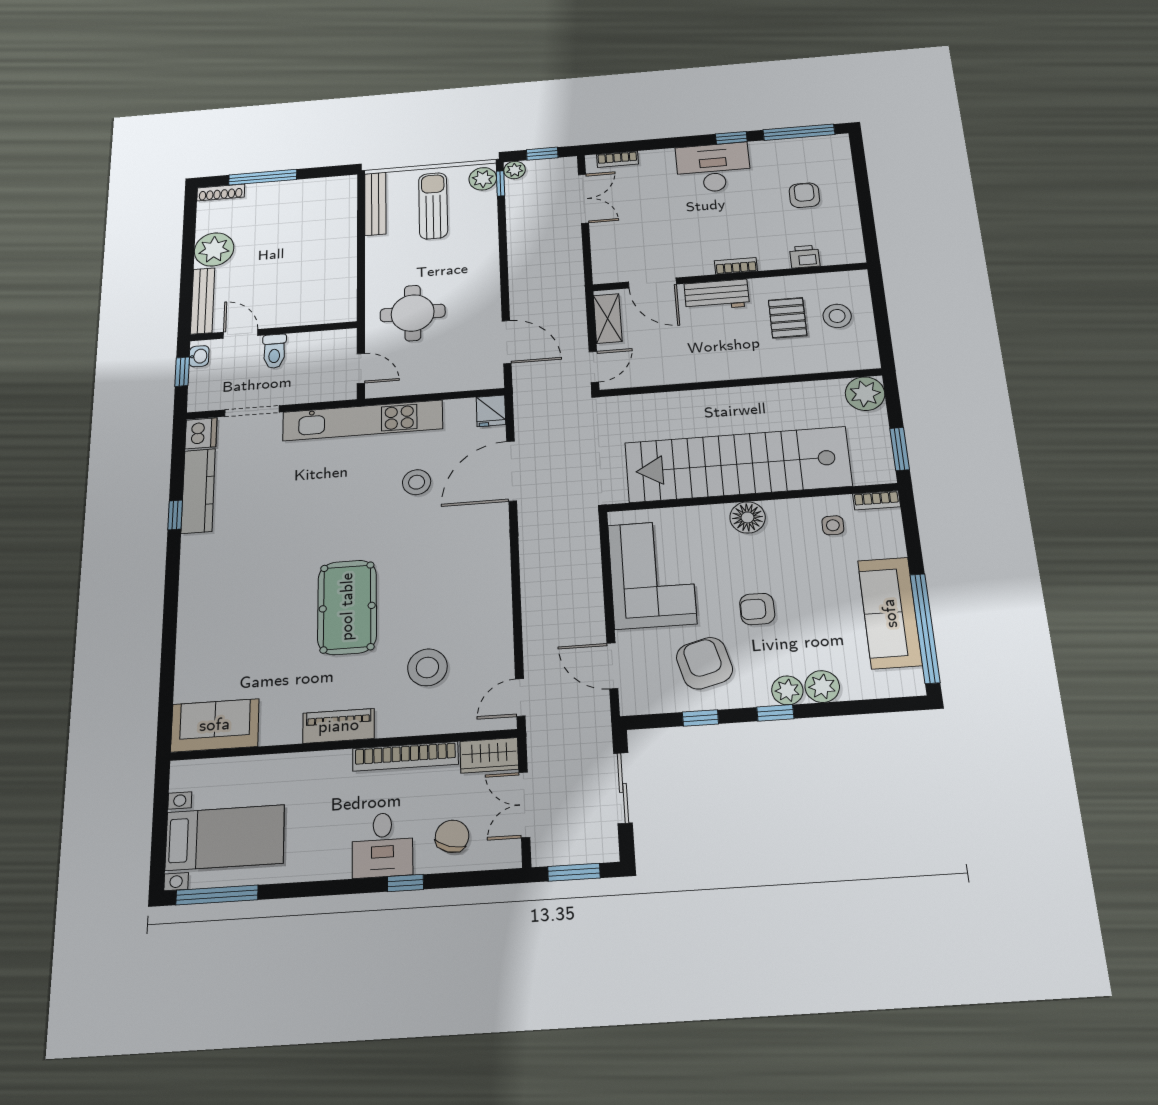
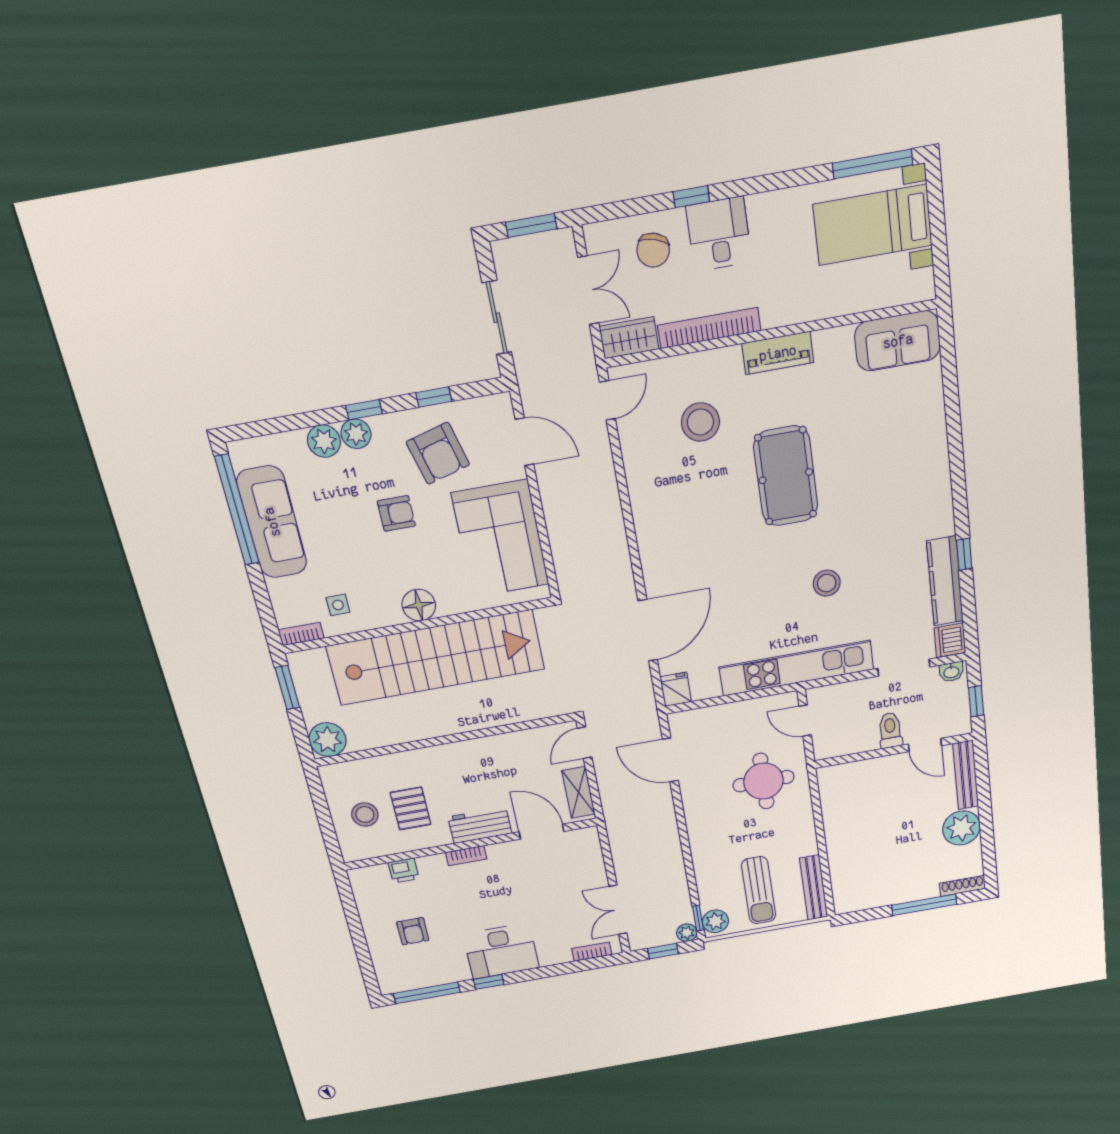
washbasin: (199, 356) -> (951, 672), moved, turned -90
stool: (417, 482) -> (827, 583), moved

